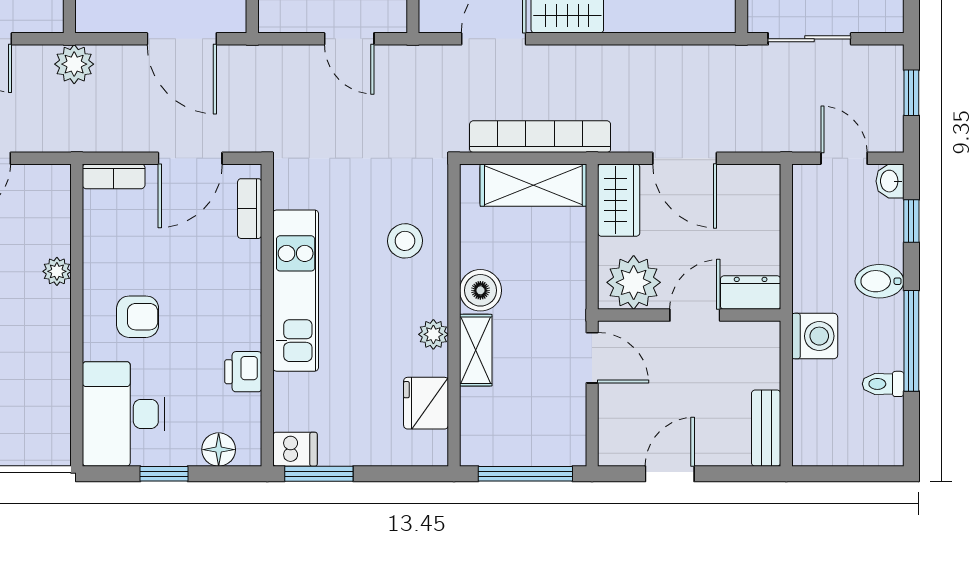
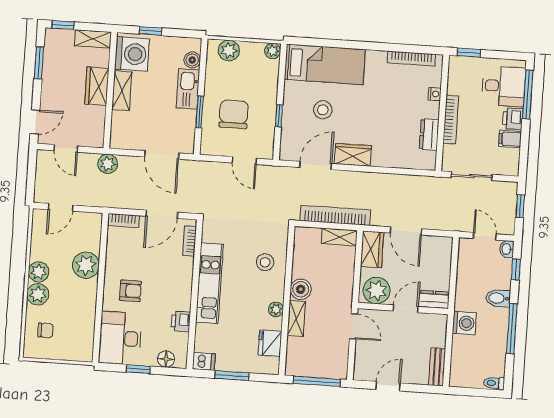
shelving: (533, 185) -> (339, 237), width x0.67, depth x0.75
plant: (57, 271) -> (86, 265), width x1.87, depth x1.87
toilet: (883, 384) -> (494, 383), moved
window: (319, 474) -> (232, 376), moved

